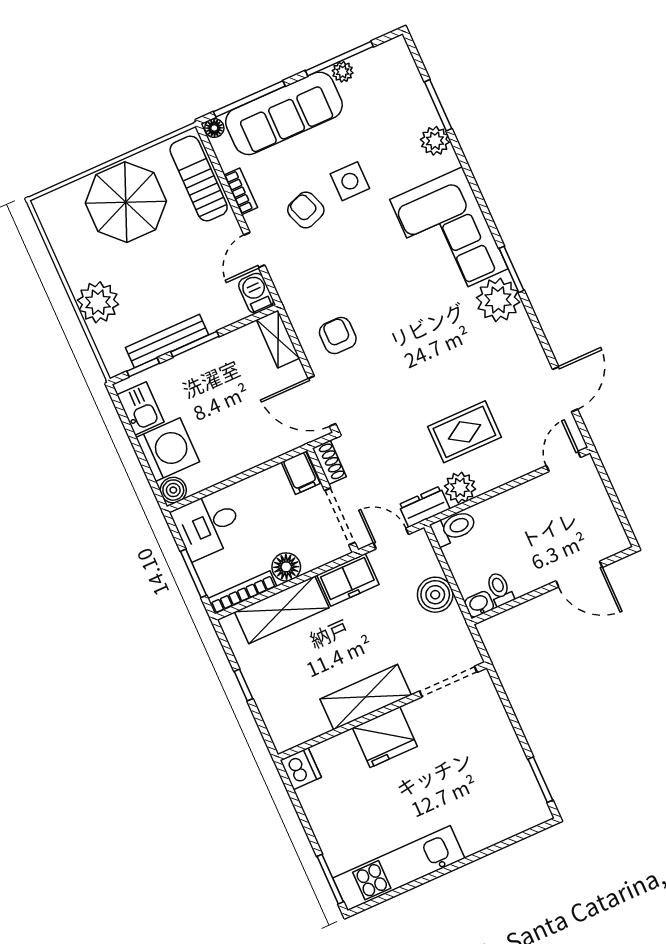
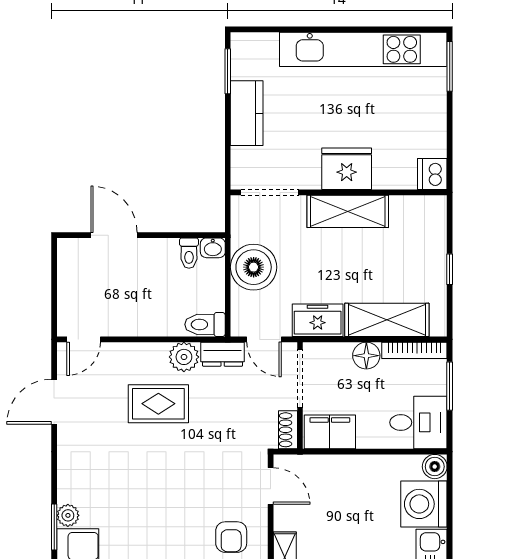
plant: (498, 300) -> (68, 515), width x0.53, depth x0.53
door: (322, 401) -> (271, 486), width x0.73
filing cabinet: (301, 473) -> (330, 432), width x2.00
boiler: (435, 595) -> (254, 267), width x1.37, depth x1.37
kitchen counter: (504, 748) -> (247, 113), added
kitchen unit: (399, 868) -> (363, 49), width x1.36

